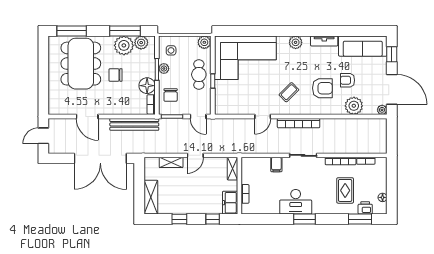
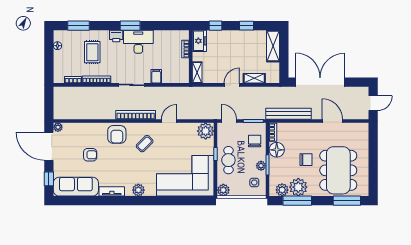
armchair: (322, 88) -> (117, 134), moved, turned -90
plant: (354, 106) -> (206, 131), moved
printer: (365, 208) -> (116, 36), moved

